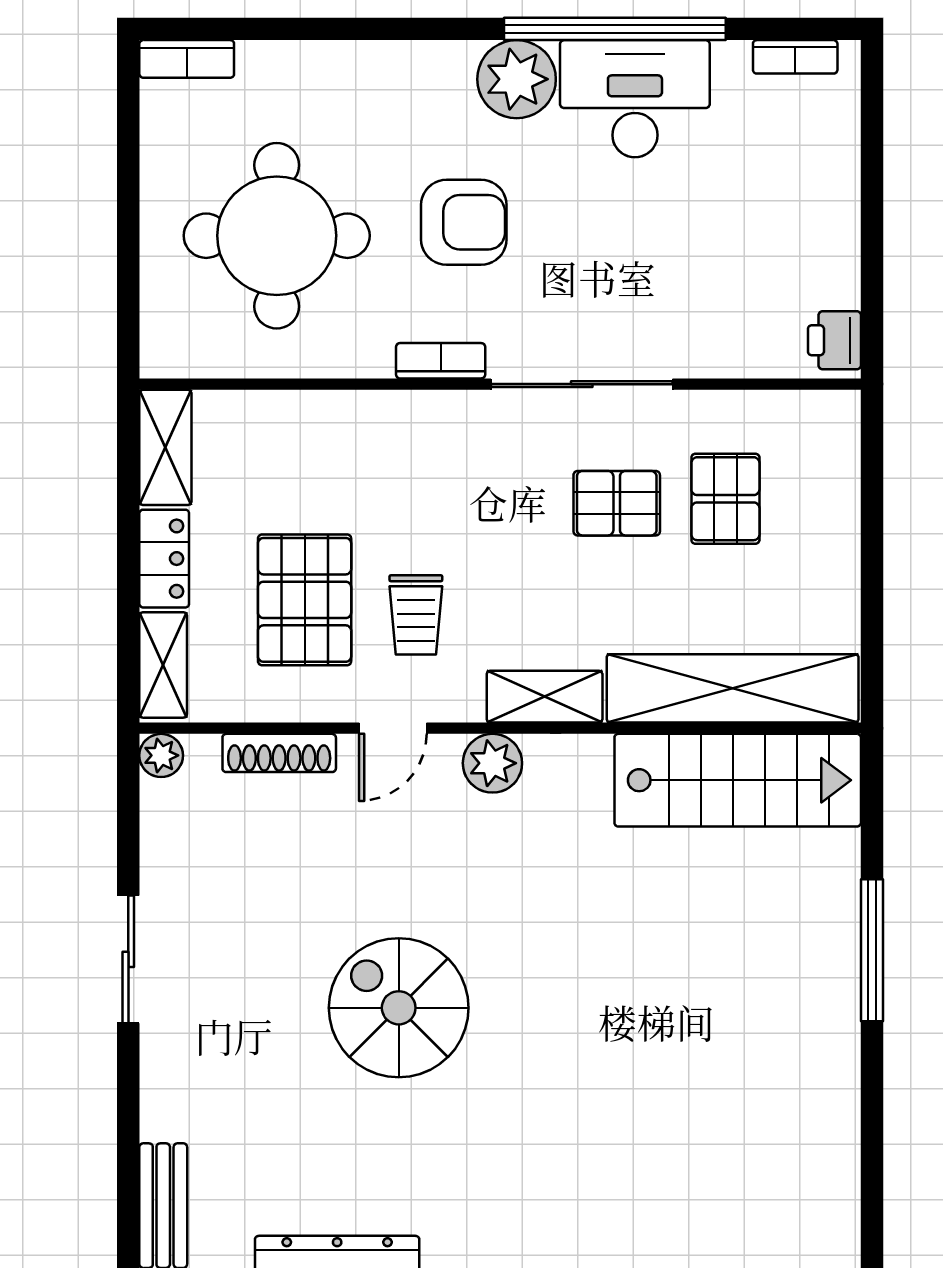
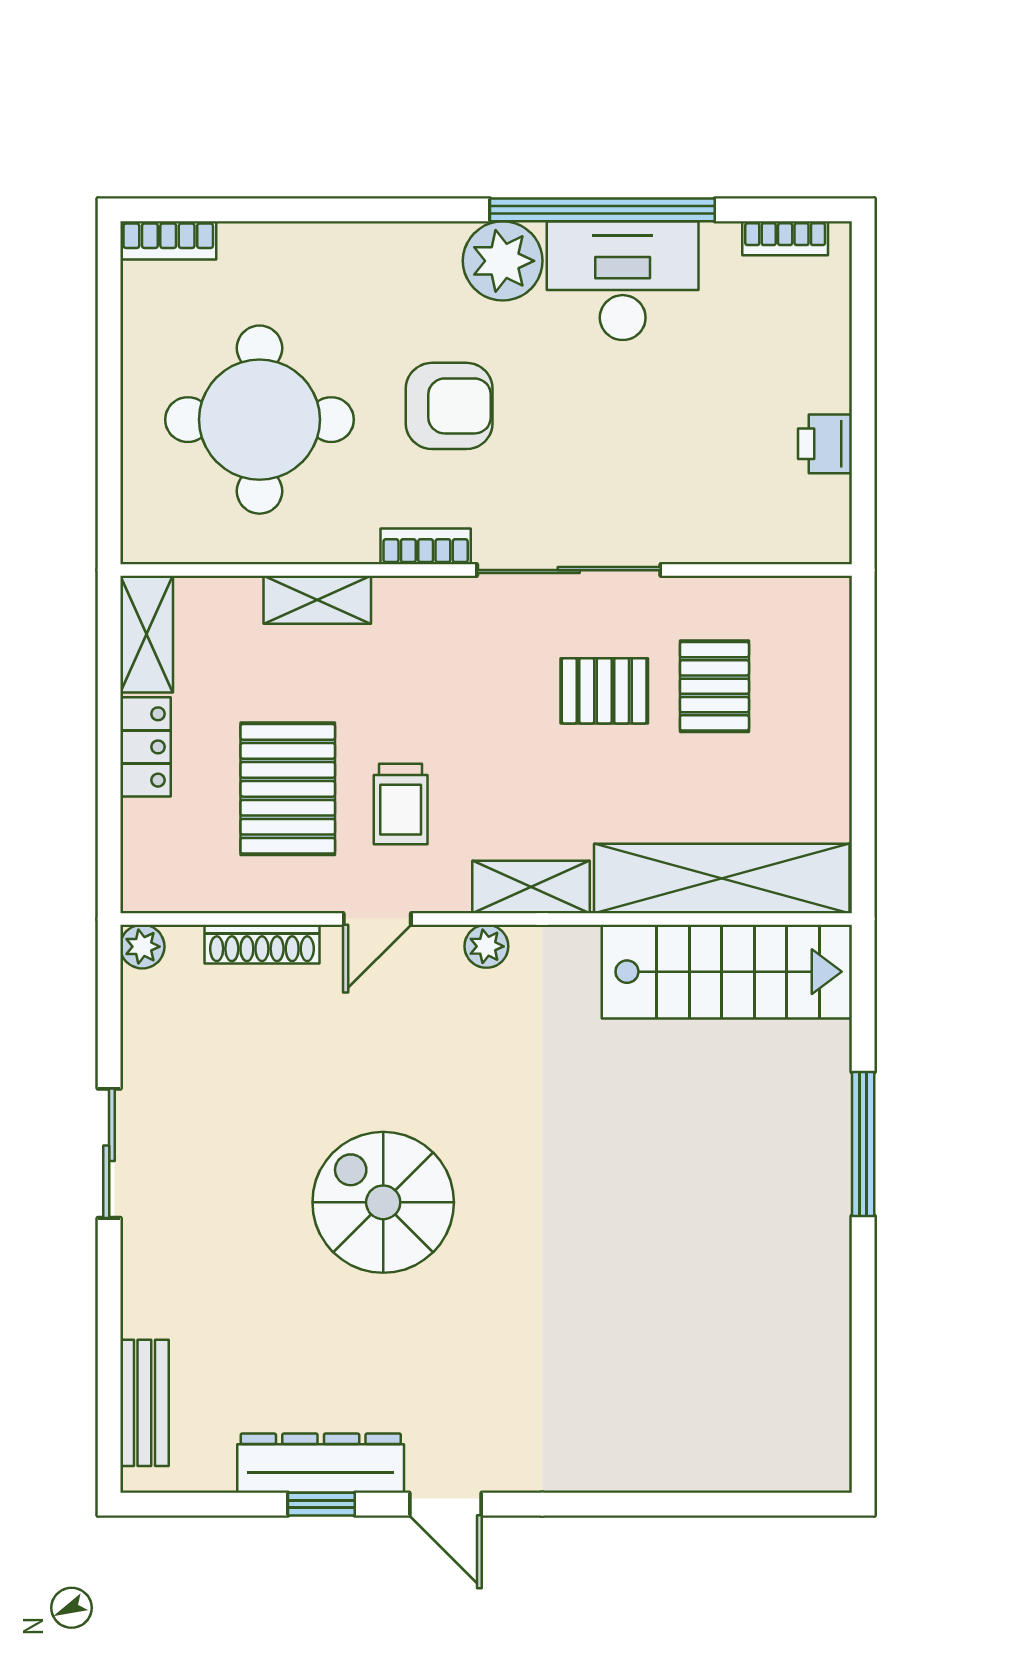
printer: (834, 340) -> (825, 444), moved
shelving: (163, 665) -> (317, 600), moved, turned 90
plant: (492, 763) -> (486, 946), width x0.73, depth x0.73

